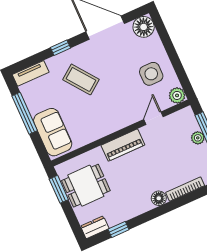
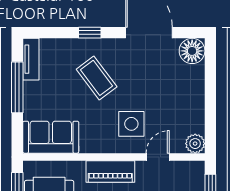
tv unit: (31, 73) -> (31, 59), moved, turned -90
side table: (151, 74) -> (131, 124), moved
sofa: (53, 132) -> (51, 137), moved, turned -90

